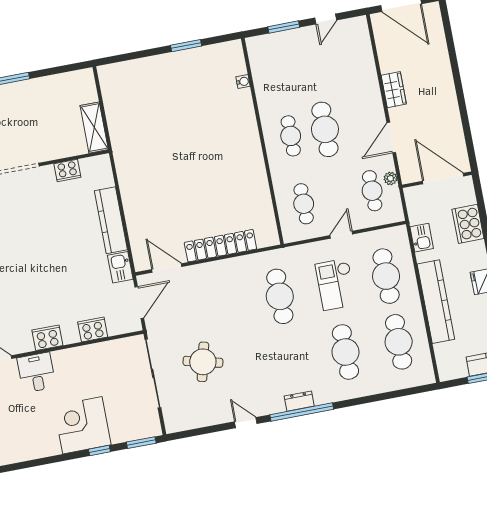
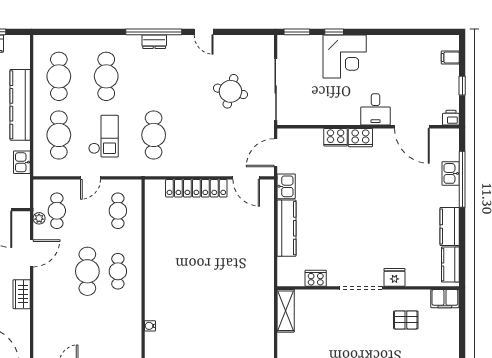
cooker: (93, 329) -> (336, 137), moved

